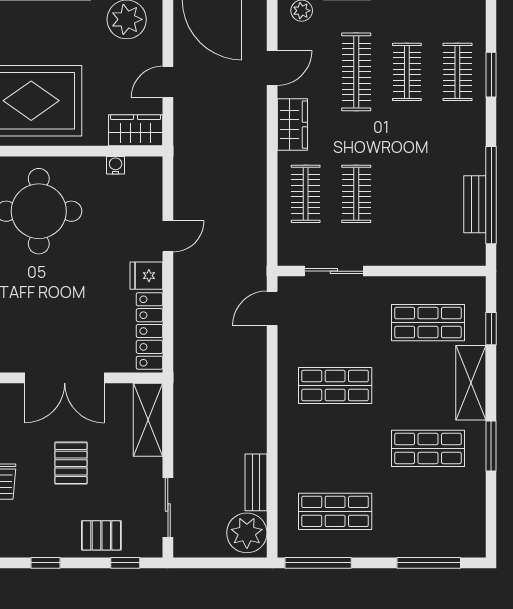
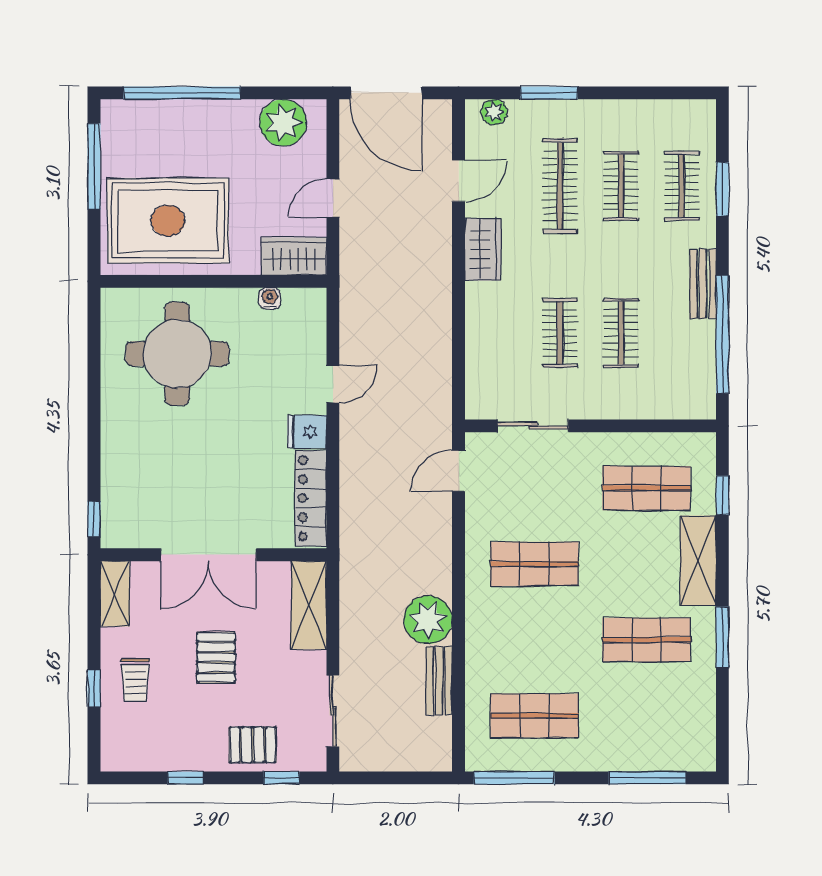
clothes rail: (306, 194) -> (621, 333), moved
bench: (475, 204) -> (703, 284), moved
plant: (247, 533) -> (428, 620), moved

